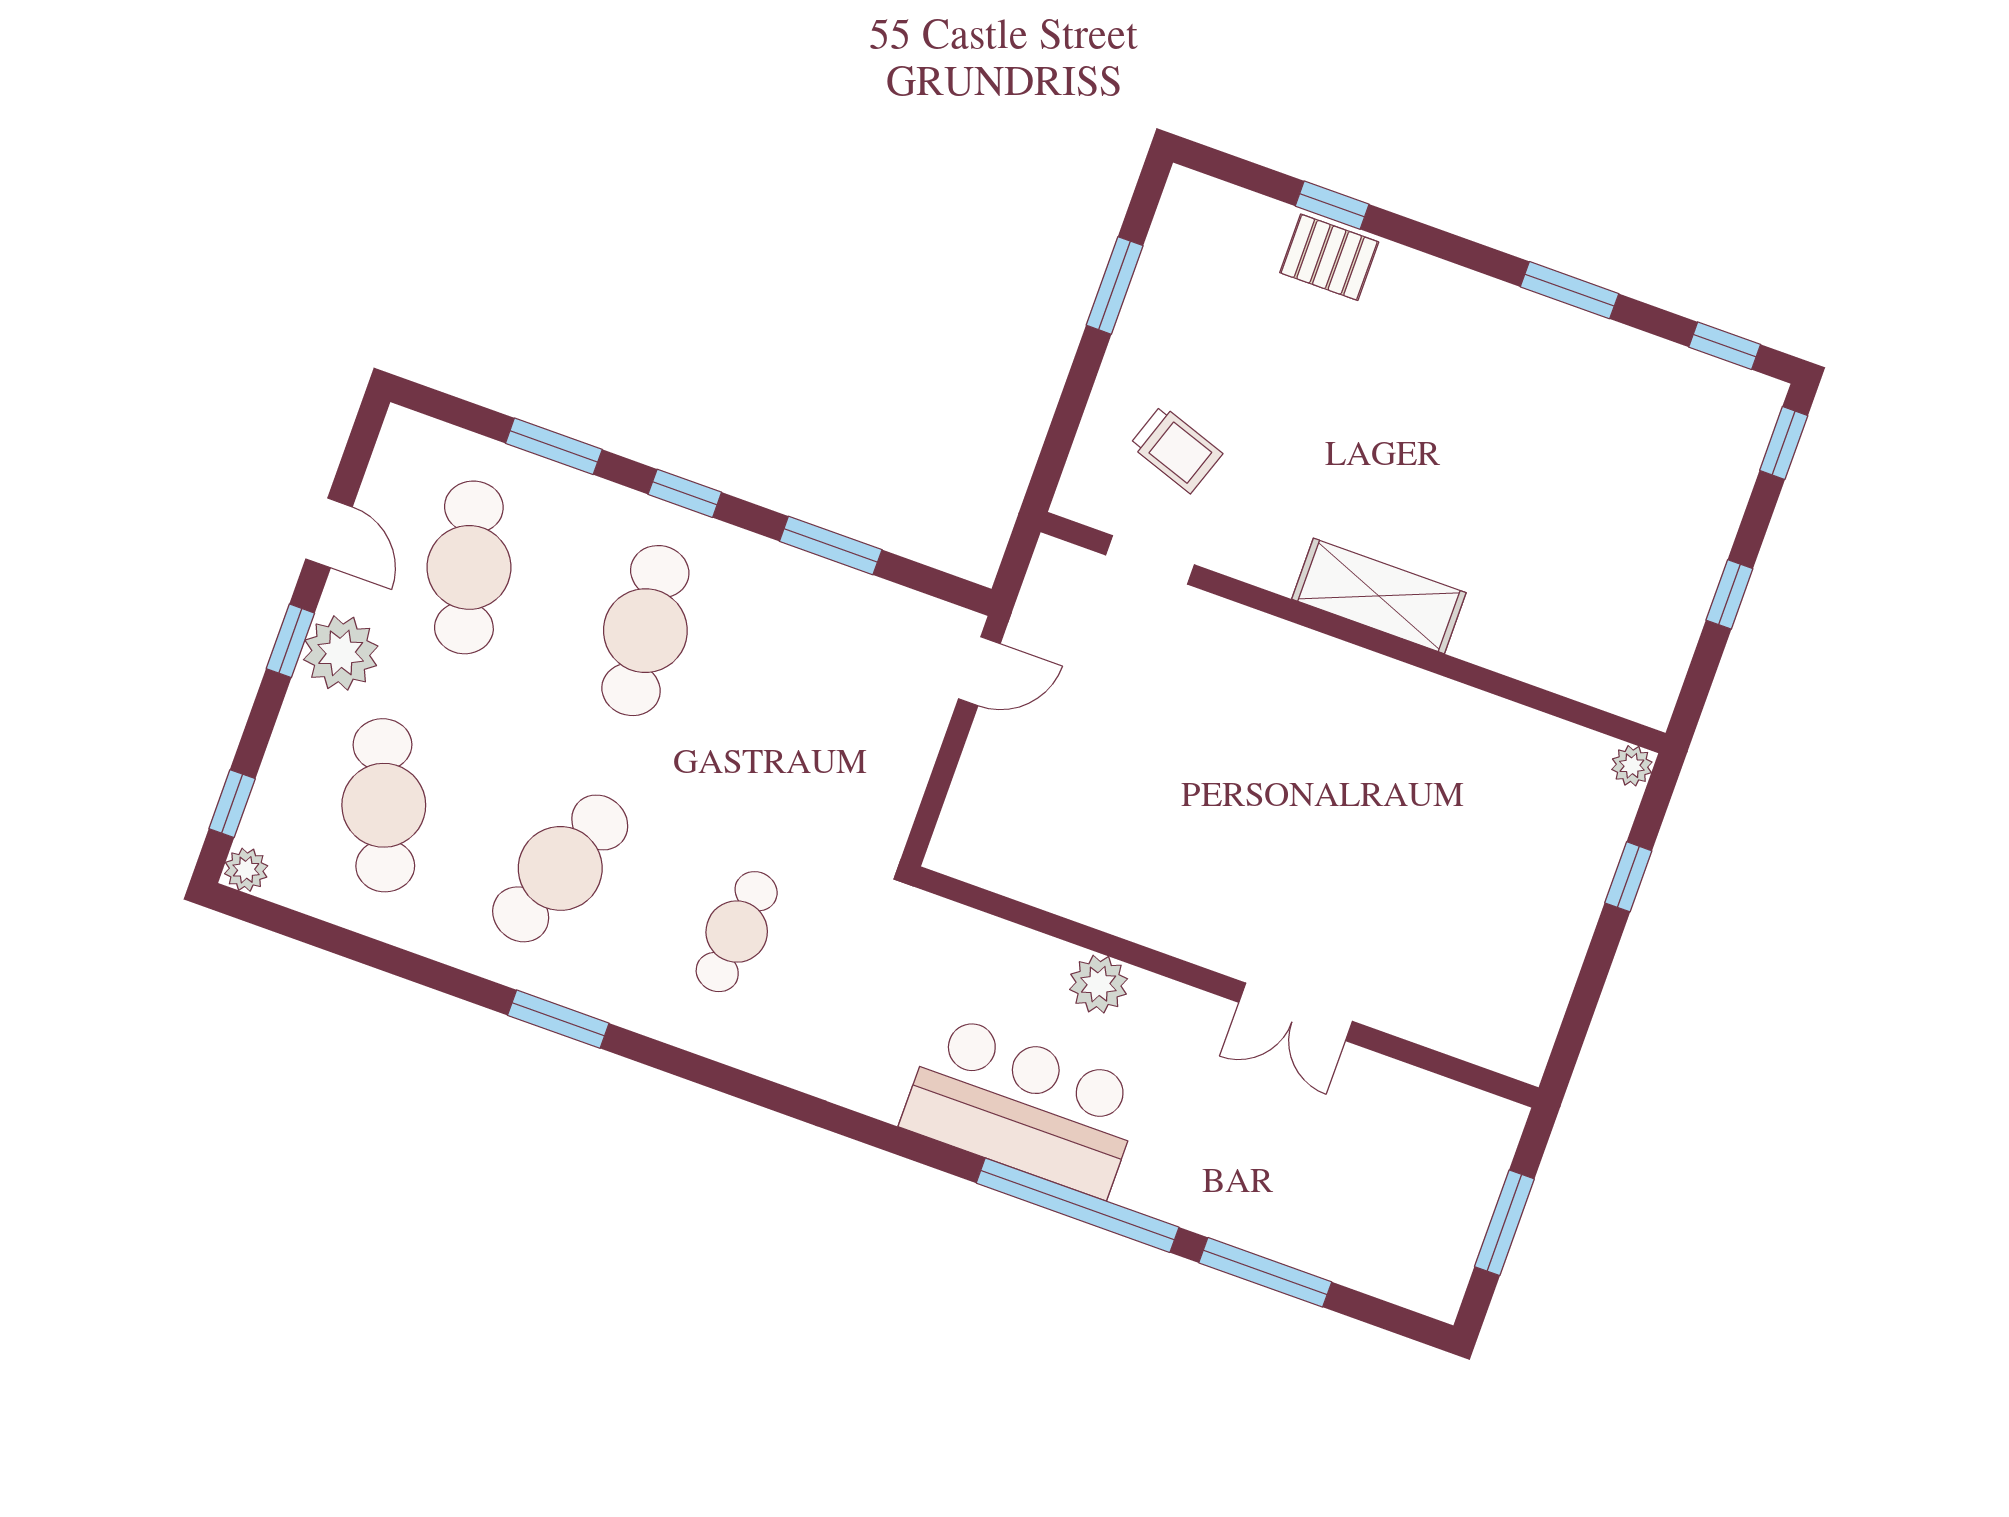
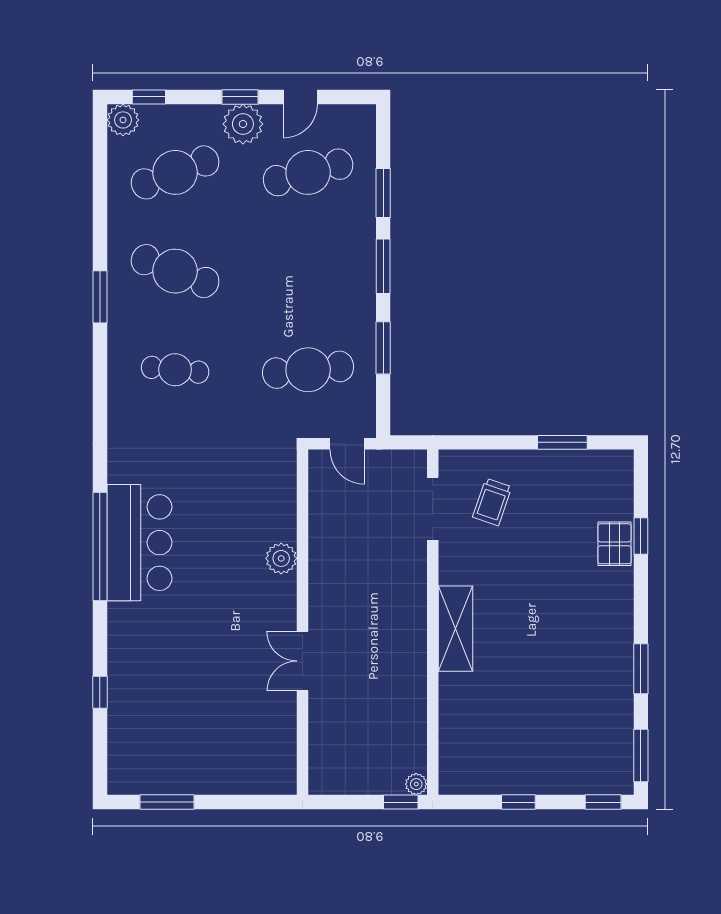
window: (1725, 346) -> (641, 755), width x1.50
window: (685, 493) -> (383, 266), width x1.50
doorway: (1150, 560) -> (433, 509), width x1.38
cafe table: (645, 631) -> (308, 370), moved
plant: (246, 870) -> (123, 120), width x1.38, depth x1.38
window: (1628, 877) -> (401, 802), moved
plant: (1099, 984) -> (281, 558), moved
wall: (1226, 987) -> (302, 622), moved
double door: (1296, 1012) -> (302, 661), moved
window: (1078, 1205) -> (100, 547), moved
window: (1265, 1272) -> (100, 692), width x0.46

